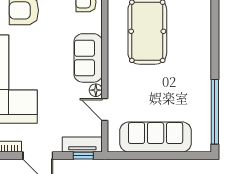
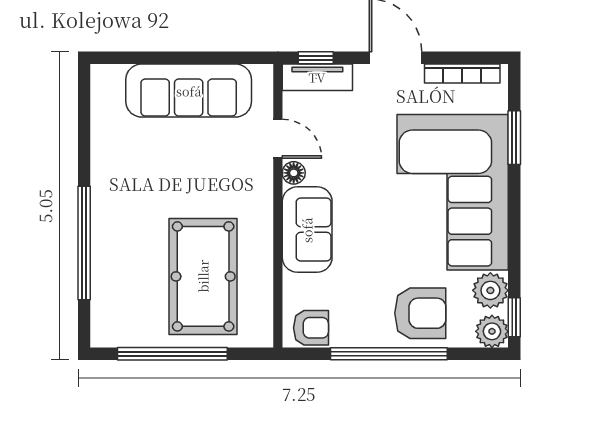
window: (215, 112) -> (84, 243), moved

